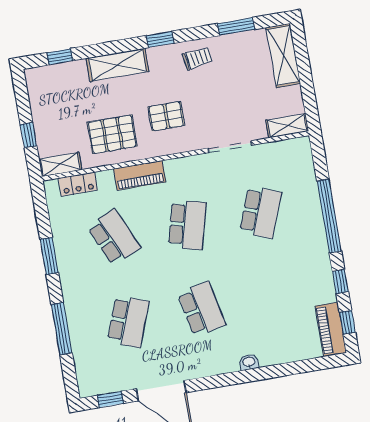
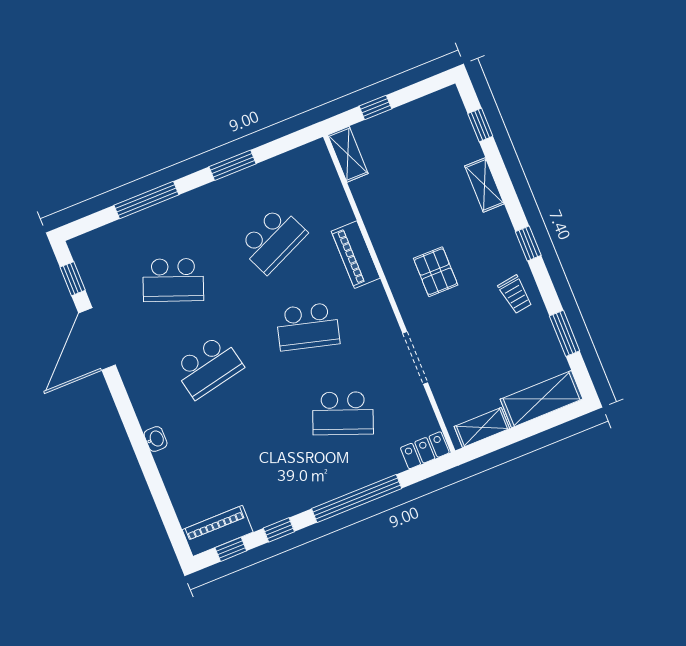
shelving: (117, 65) -> (484, 185), width x0.67, depth x0.75
shelving: (287, 126) -> (482, 427), moved, turned 90
pallet: (112, 134) -> (399, 210), removed
locker: (78, 184) -> (425, 450), moved, turned 90

